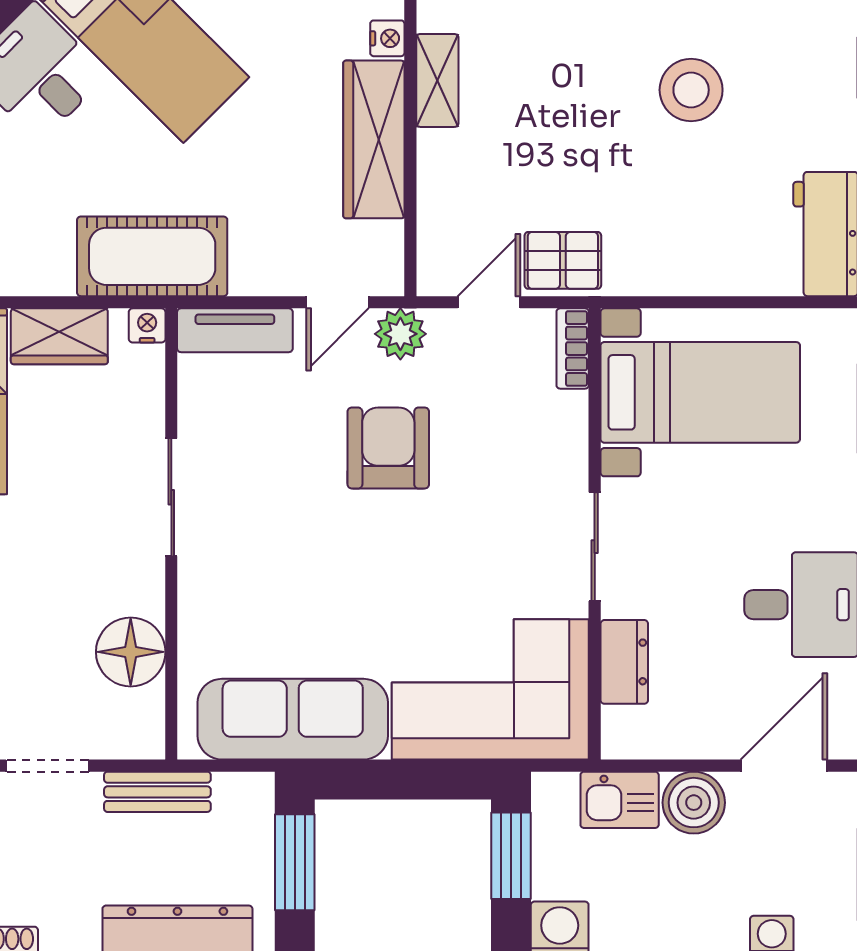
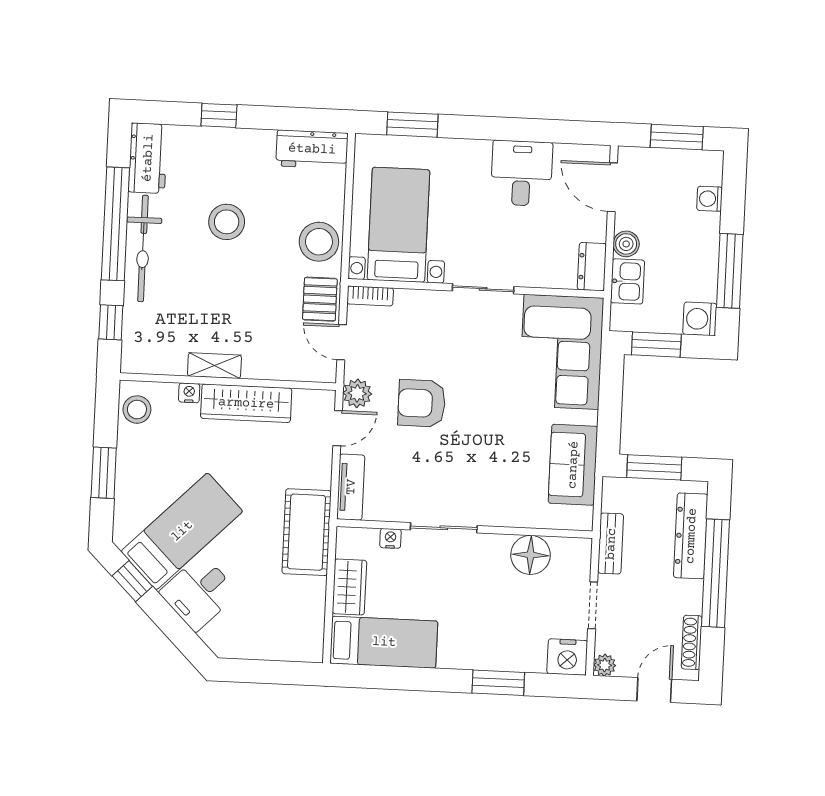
stool: (664, 254) -> (319, 242), added
door: (338, 302) -> (338, 428), hinge flipped
nightstand: (147, 325) -> (390, 538), moved, turned 90
dresser: (624, 662) -> (592, 267), moved, turned -90
sofa: (293, 719) -> (573, 465), width x0.73
boiler: (694, 803) -> (626, 244), width x0.73, depth x0.73

